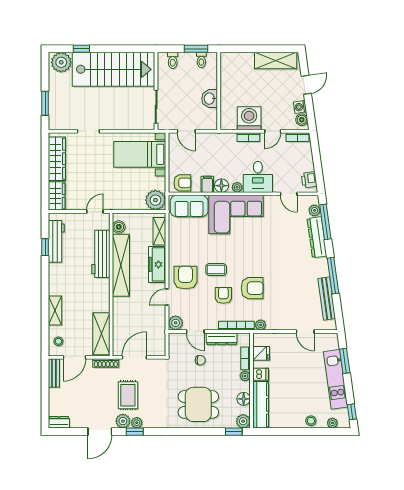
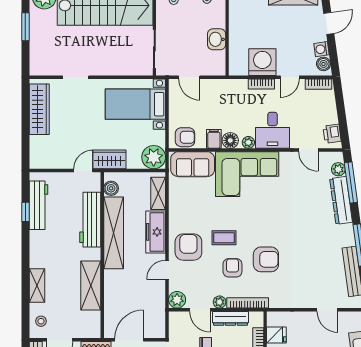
window: (45, 103) -> (25, 27), moved
wardrobe: (57, 196) -> (109, 159), moved, turned -90
plant: (261, 325) -> (220, 302), moved
shelving: (101, 334) -> (91, 285), moved

